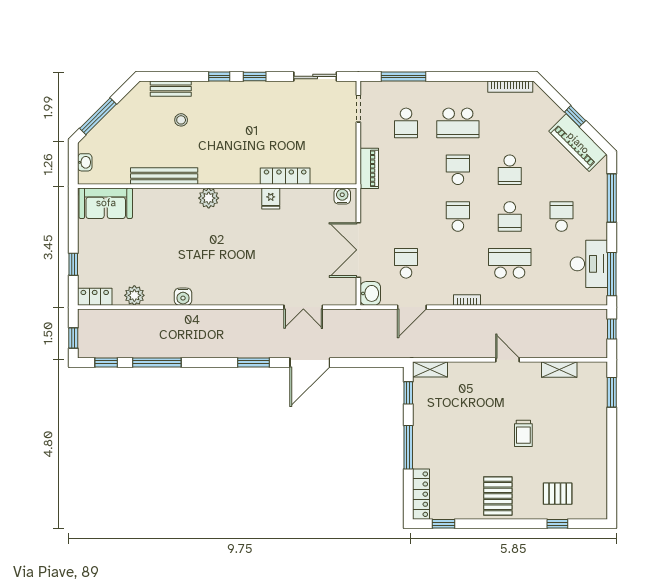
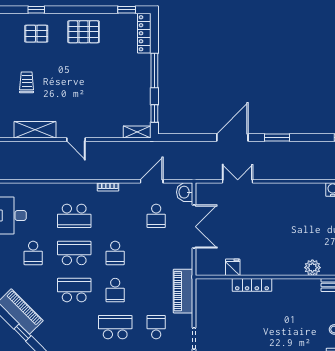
piano: (369, 168) -> (183, 291), width x1.37, depth x1.33
school desk: (510, 170) -> (74, 290), width x1.85
water cooler: (342, 196) -> (207, 269), removed
fridge: (271, 199) -> (233, 267), moved
school desk: (510, 217) -> (74, 253), width x1.85
shelving: (559, 369) -> (35, 130), width x1.50, depth x1.33
trolley: (523, 433) -> (27, 82), moved
pallet: (498, 496) -> (84, 32), turned 90

